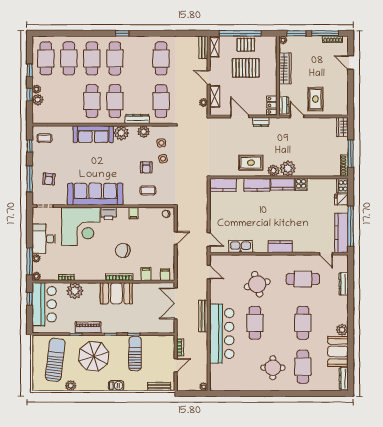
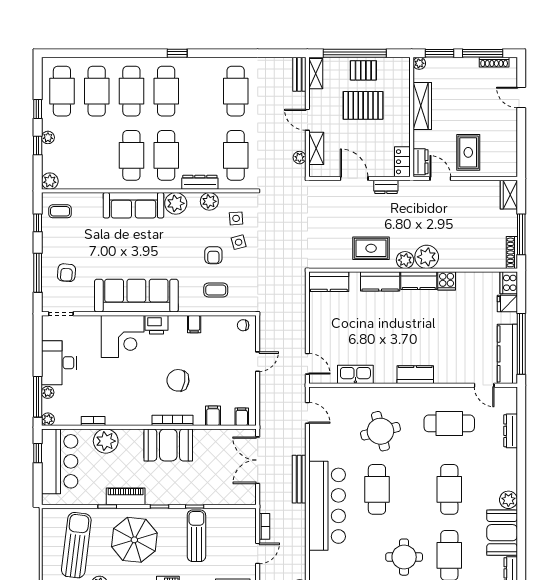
plant: (38, 100) -> (50, 181), moved
corner desk: (81, 226) -> (123, 336), width x0.74, depth x0.74

